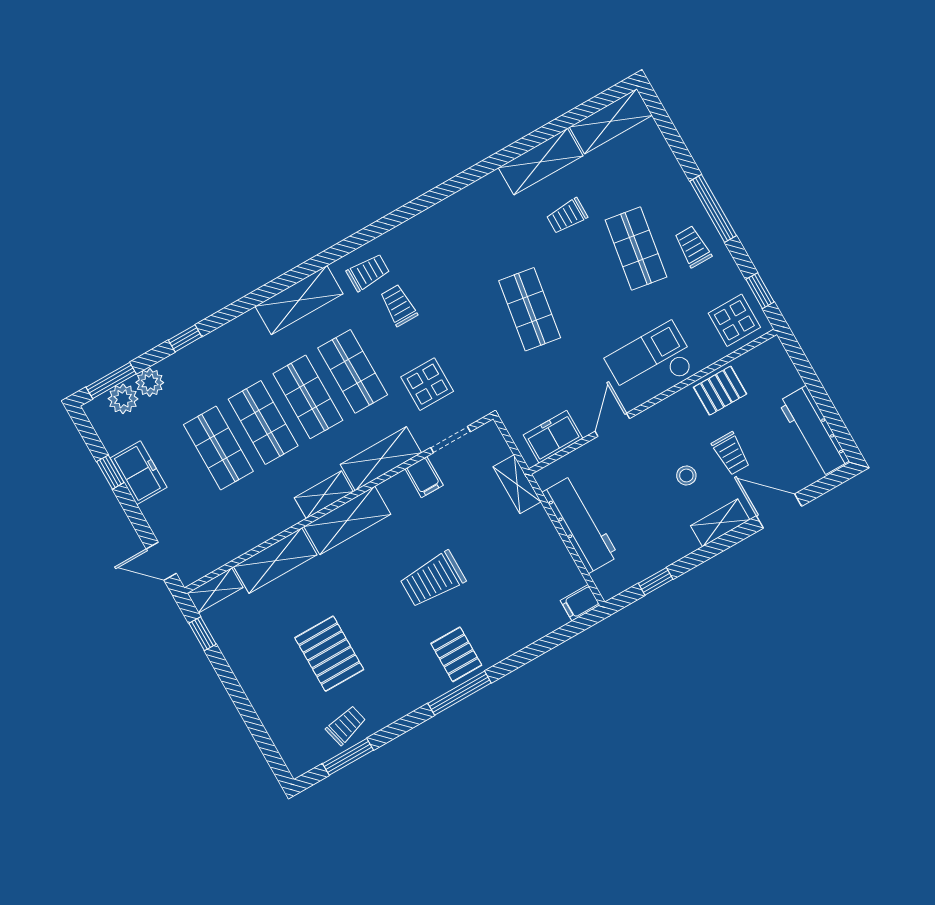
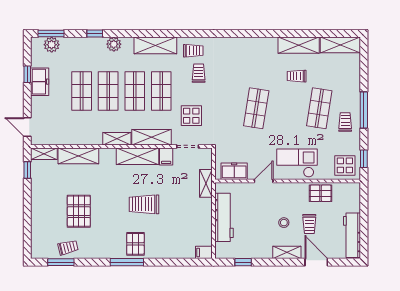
plant: (150, 382) -> (114, 44), moved
shelving: (347, 520) -> (138, 156), moved

